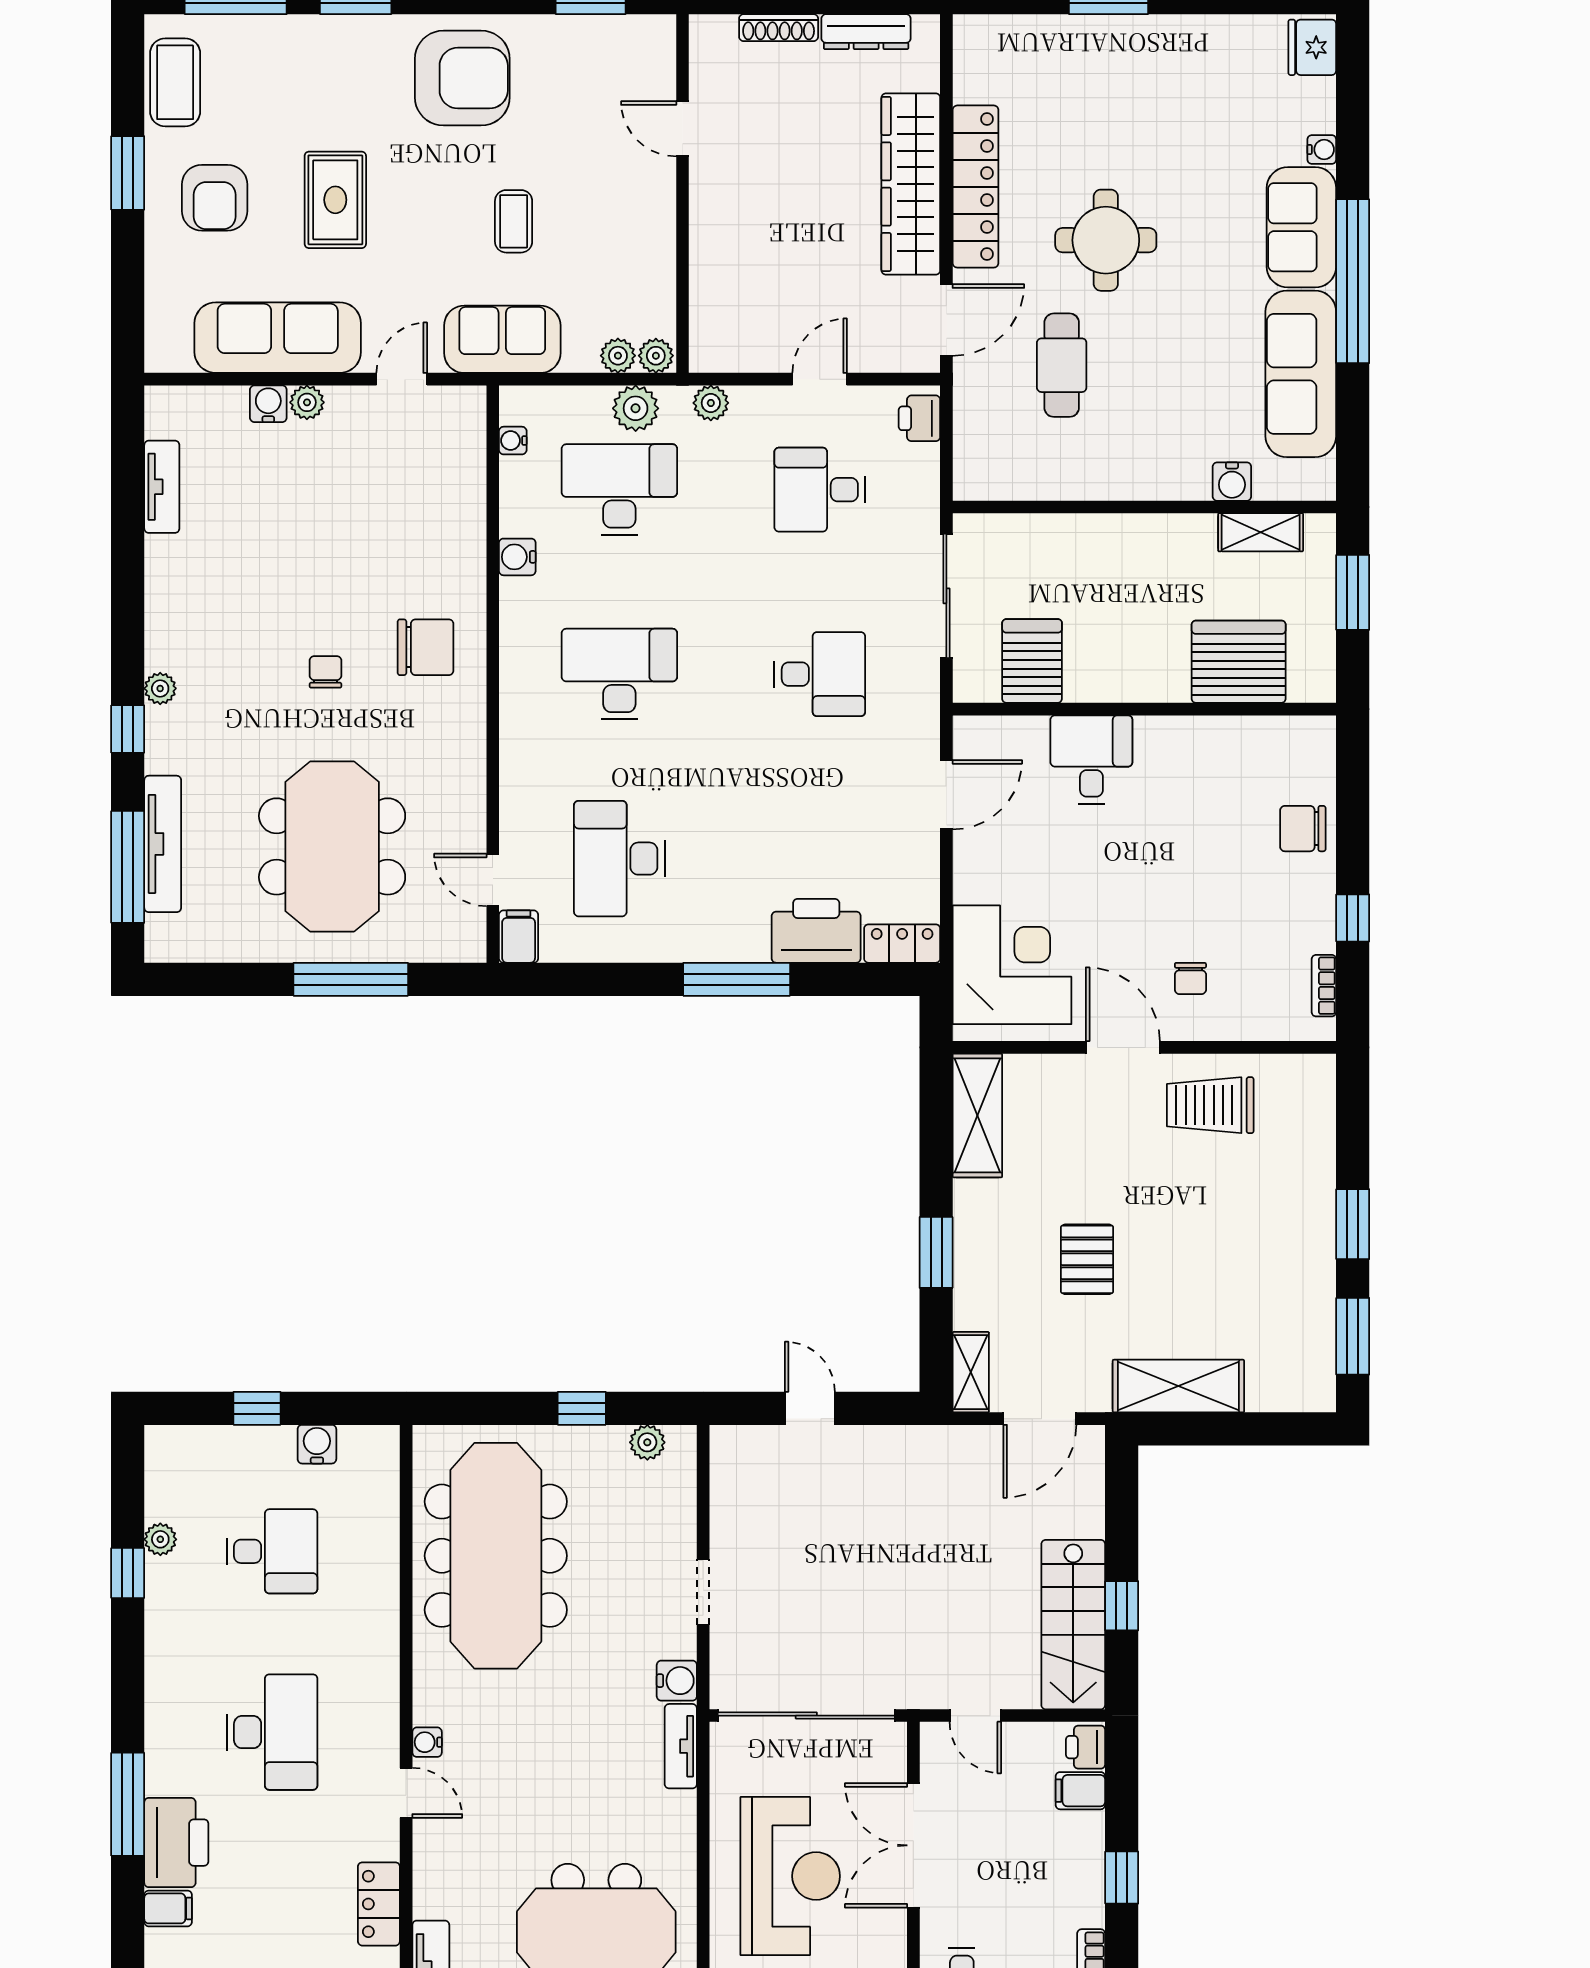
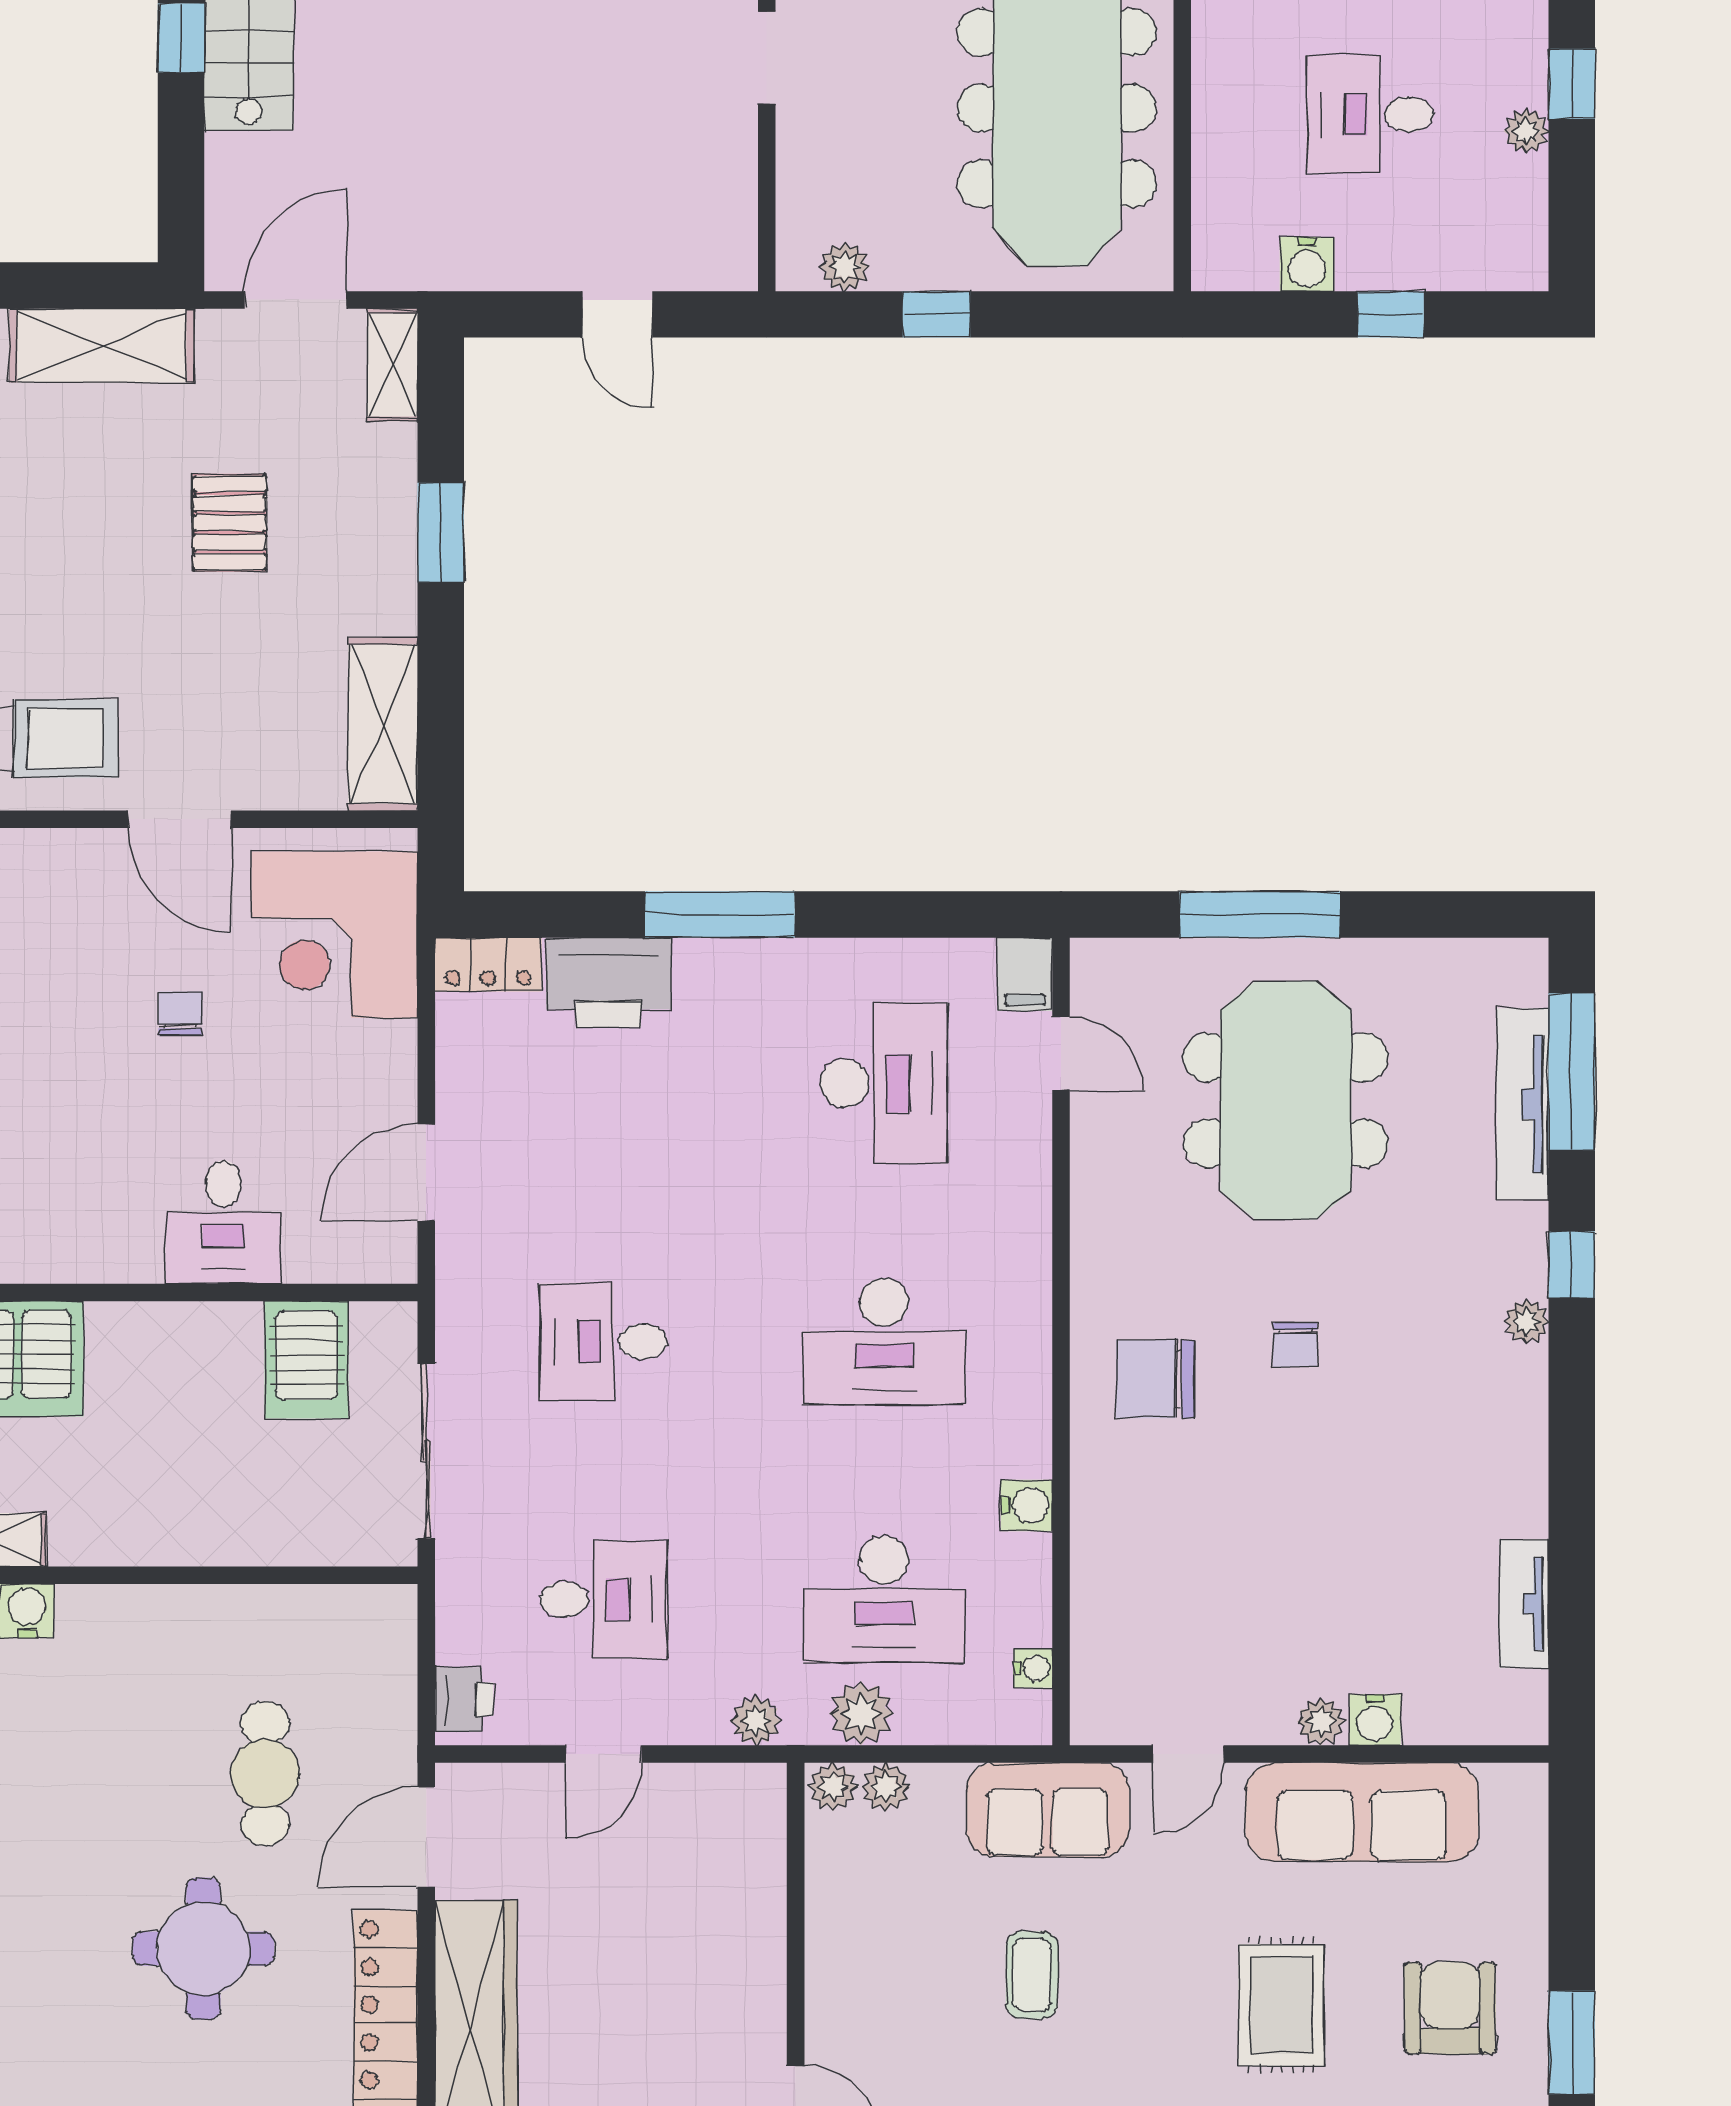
chair: (1190, 978) -> (180, 1014), moved

